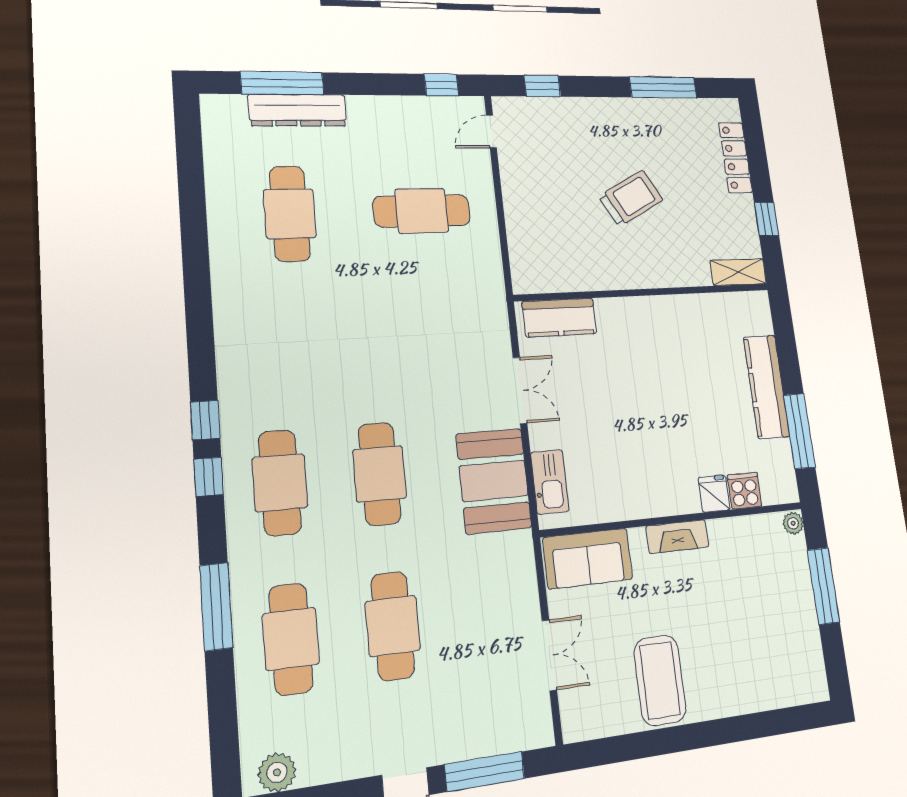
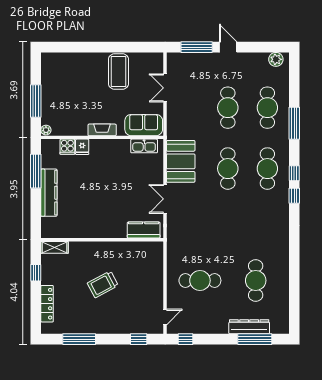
kitchen sink: (550, 482) -> (144, 146), moved, turned -90

